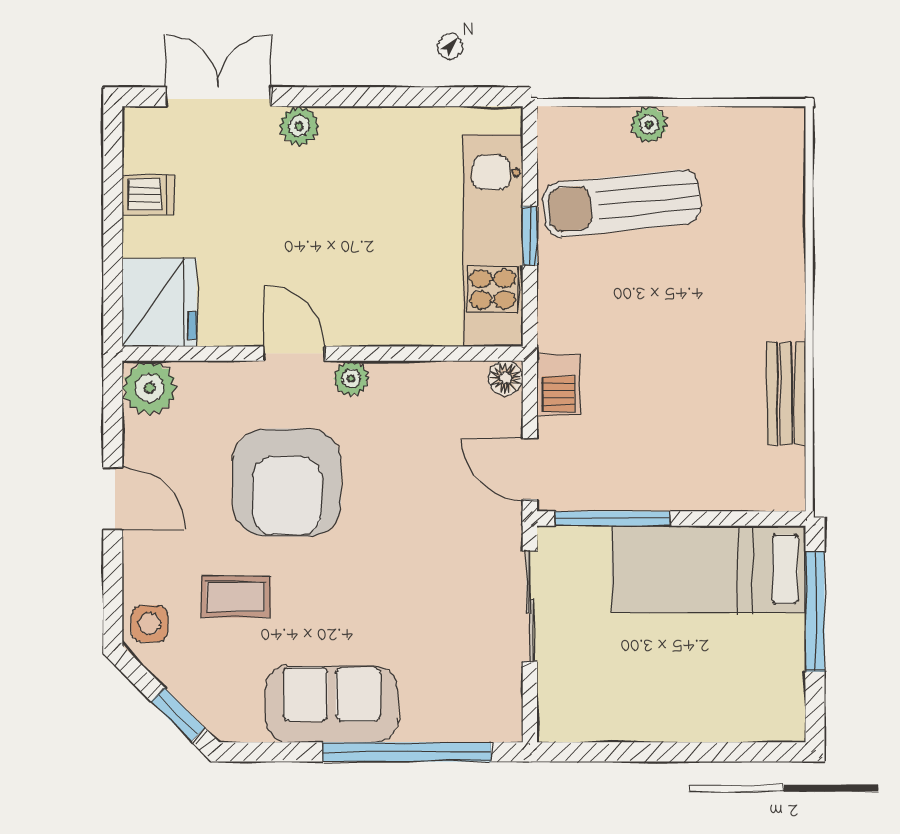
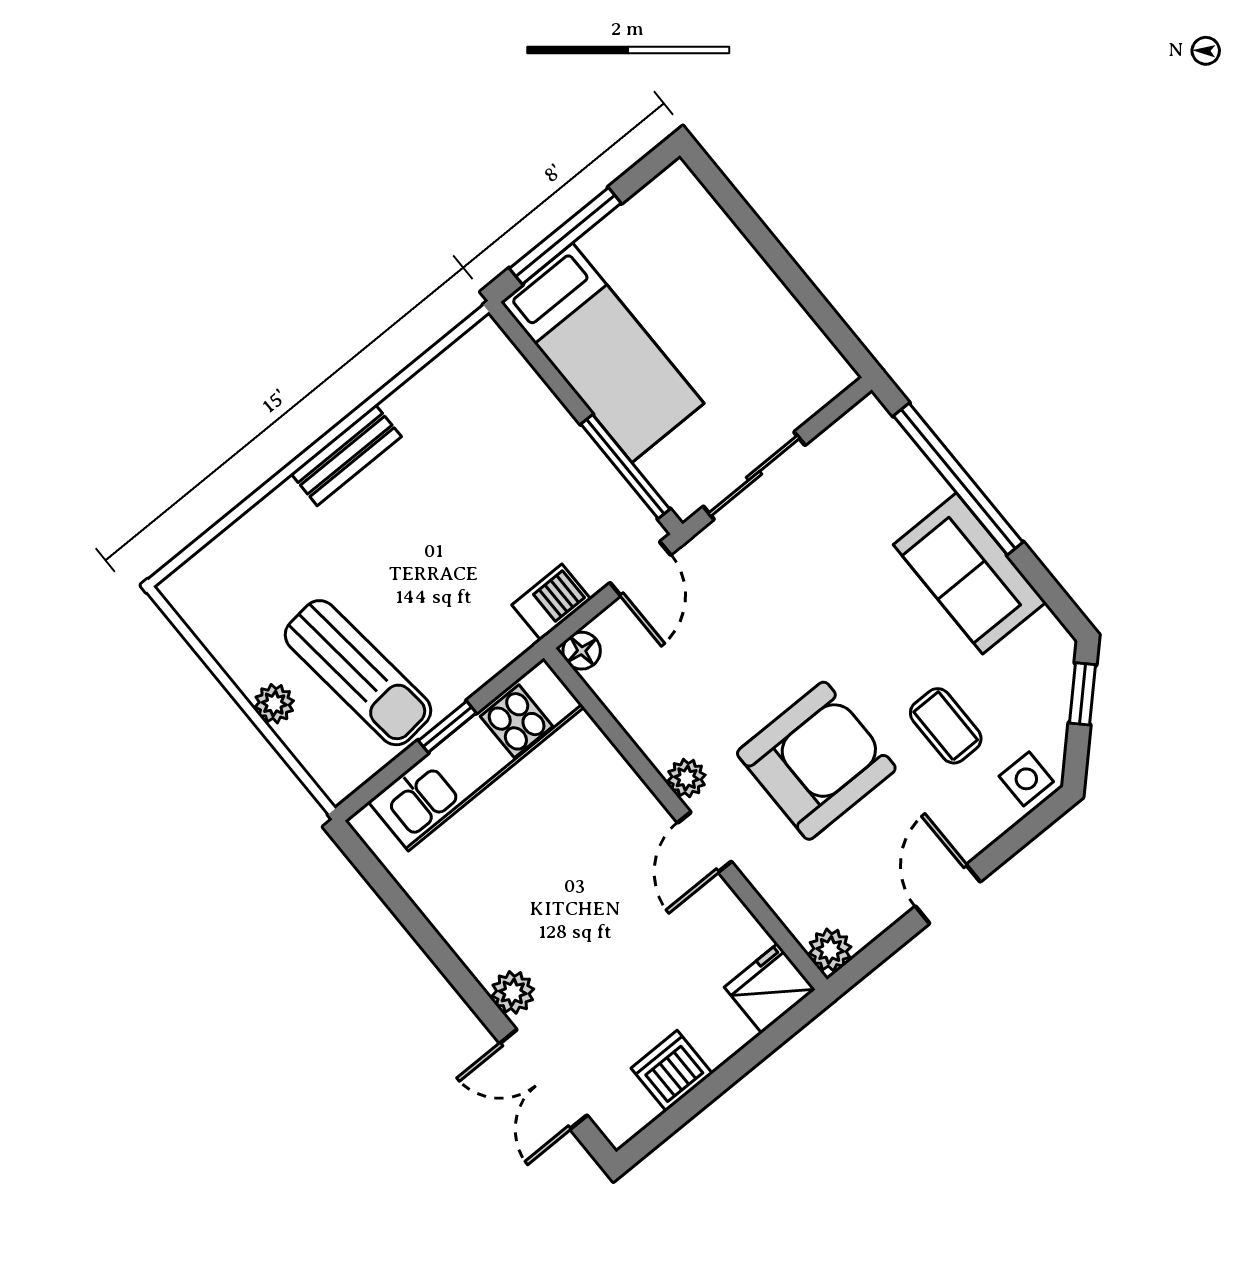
dishwasher: (148, 195) -> (672, 1071), width x1.38
fridge: (159, 303) -> (770, 988), width x0.73, depth x0.75
plant: (149, 388) -> (830, 950), width x0.73, depth x0.73
bench: (786, 393) -> (346, 455), moved

